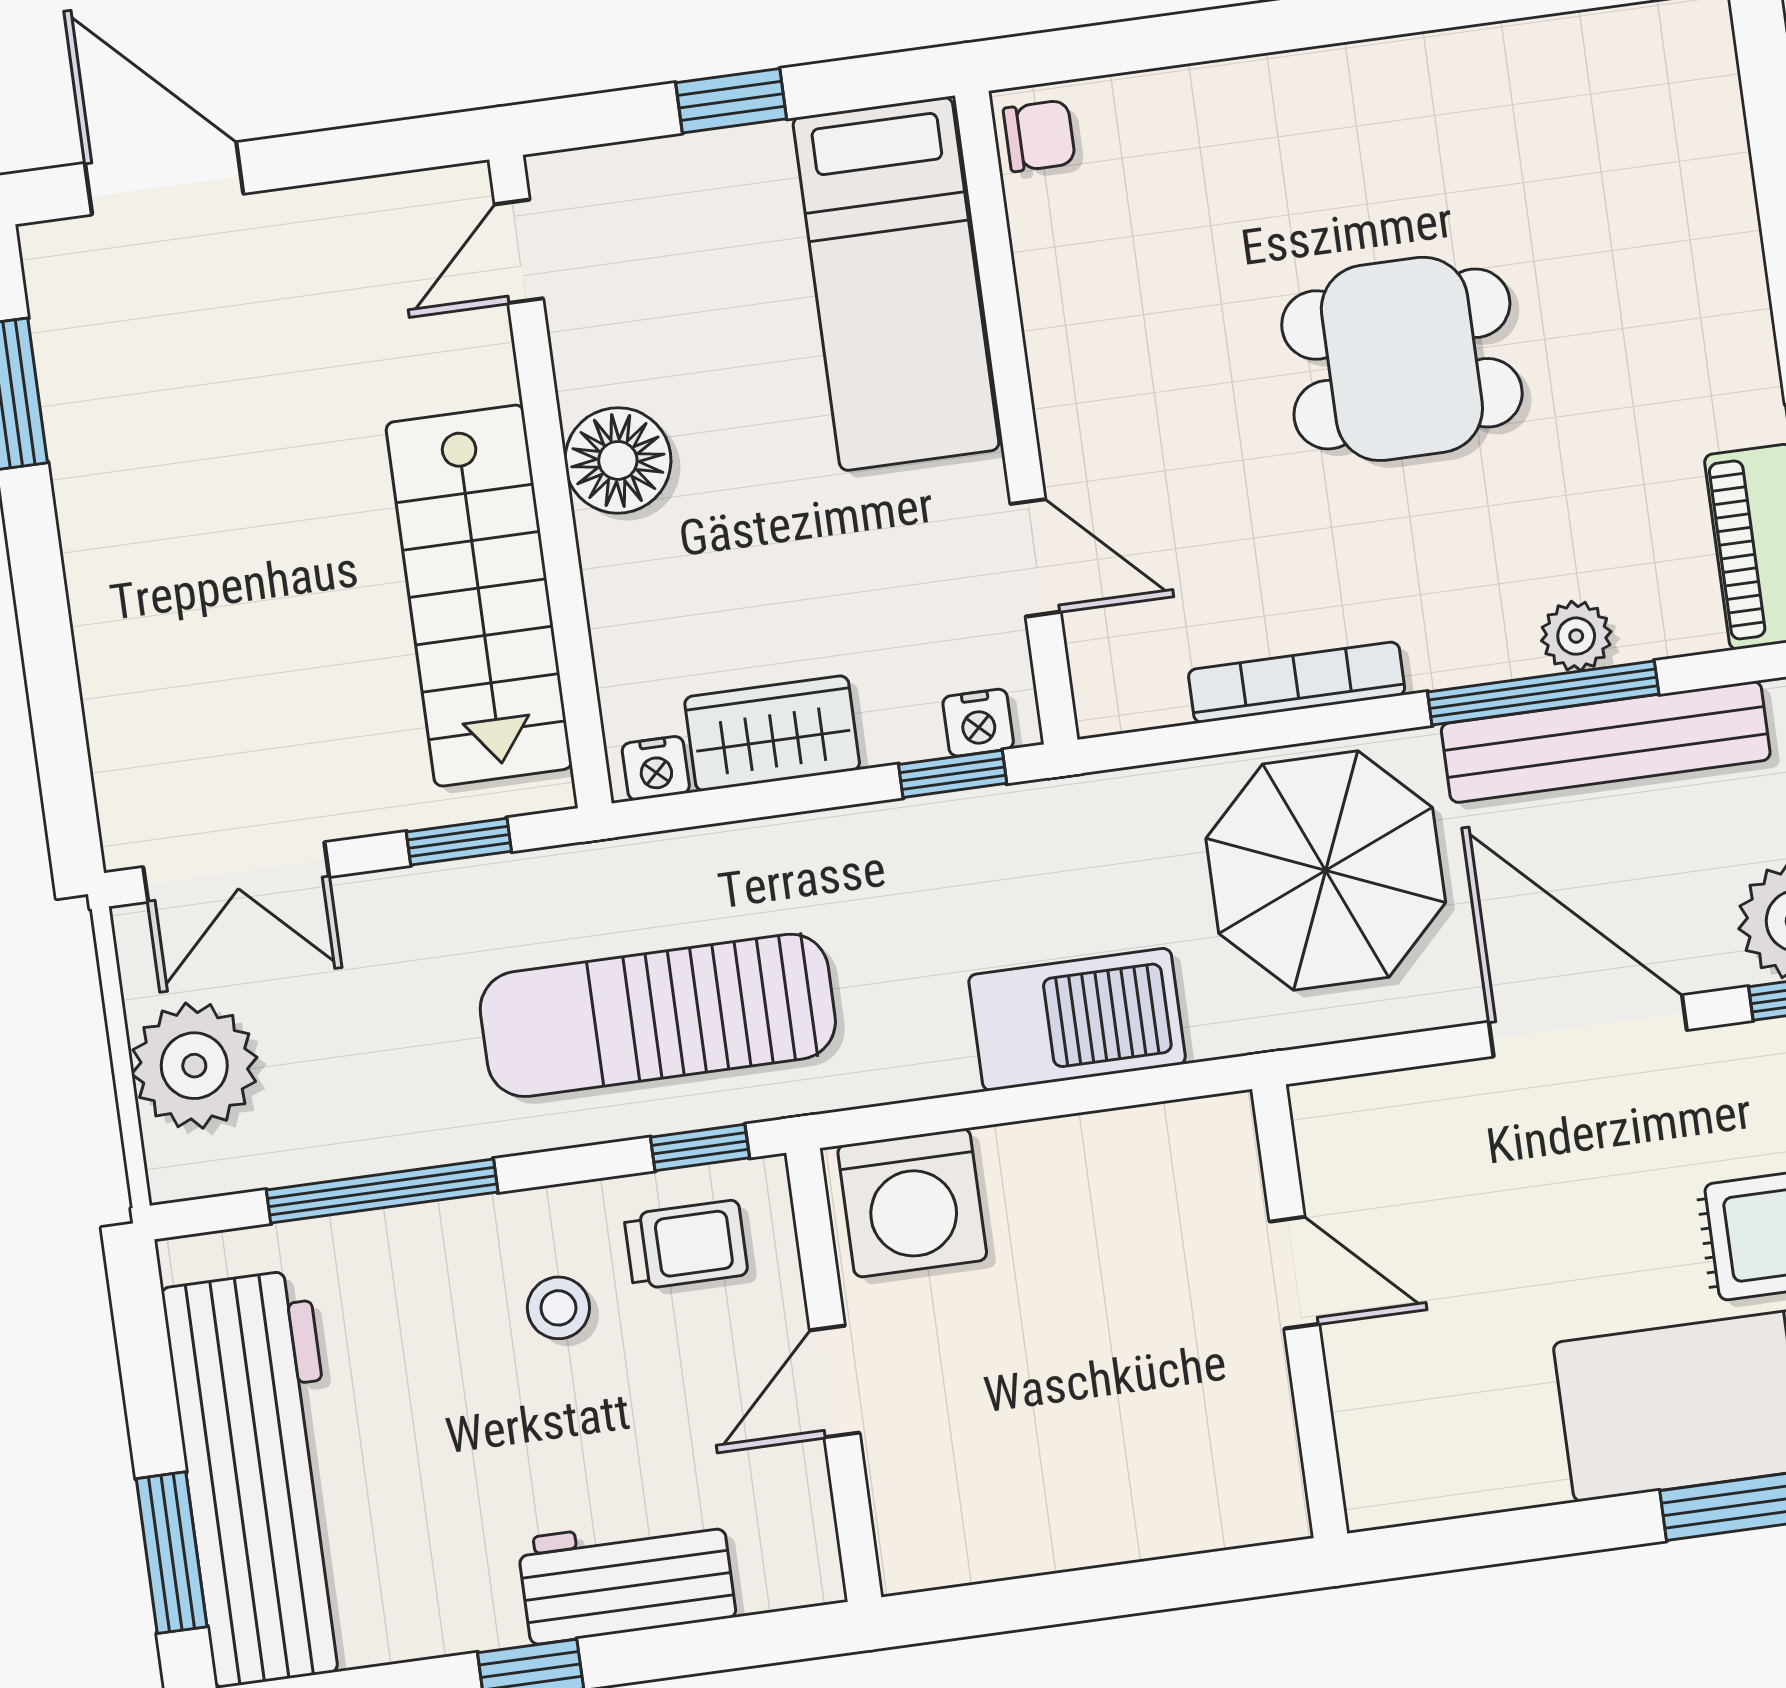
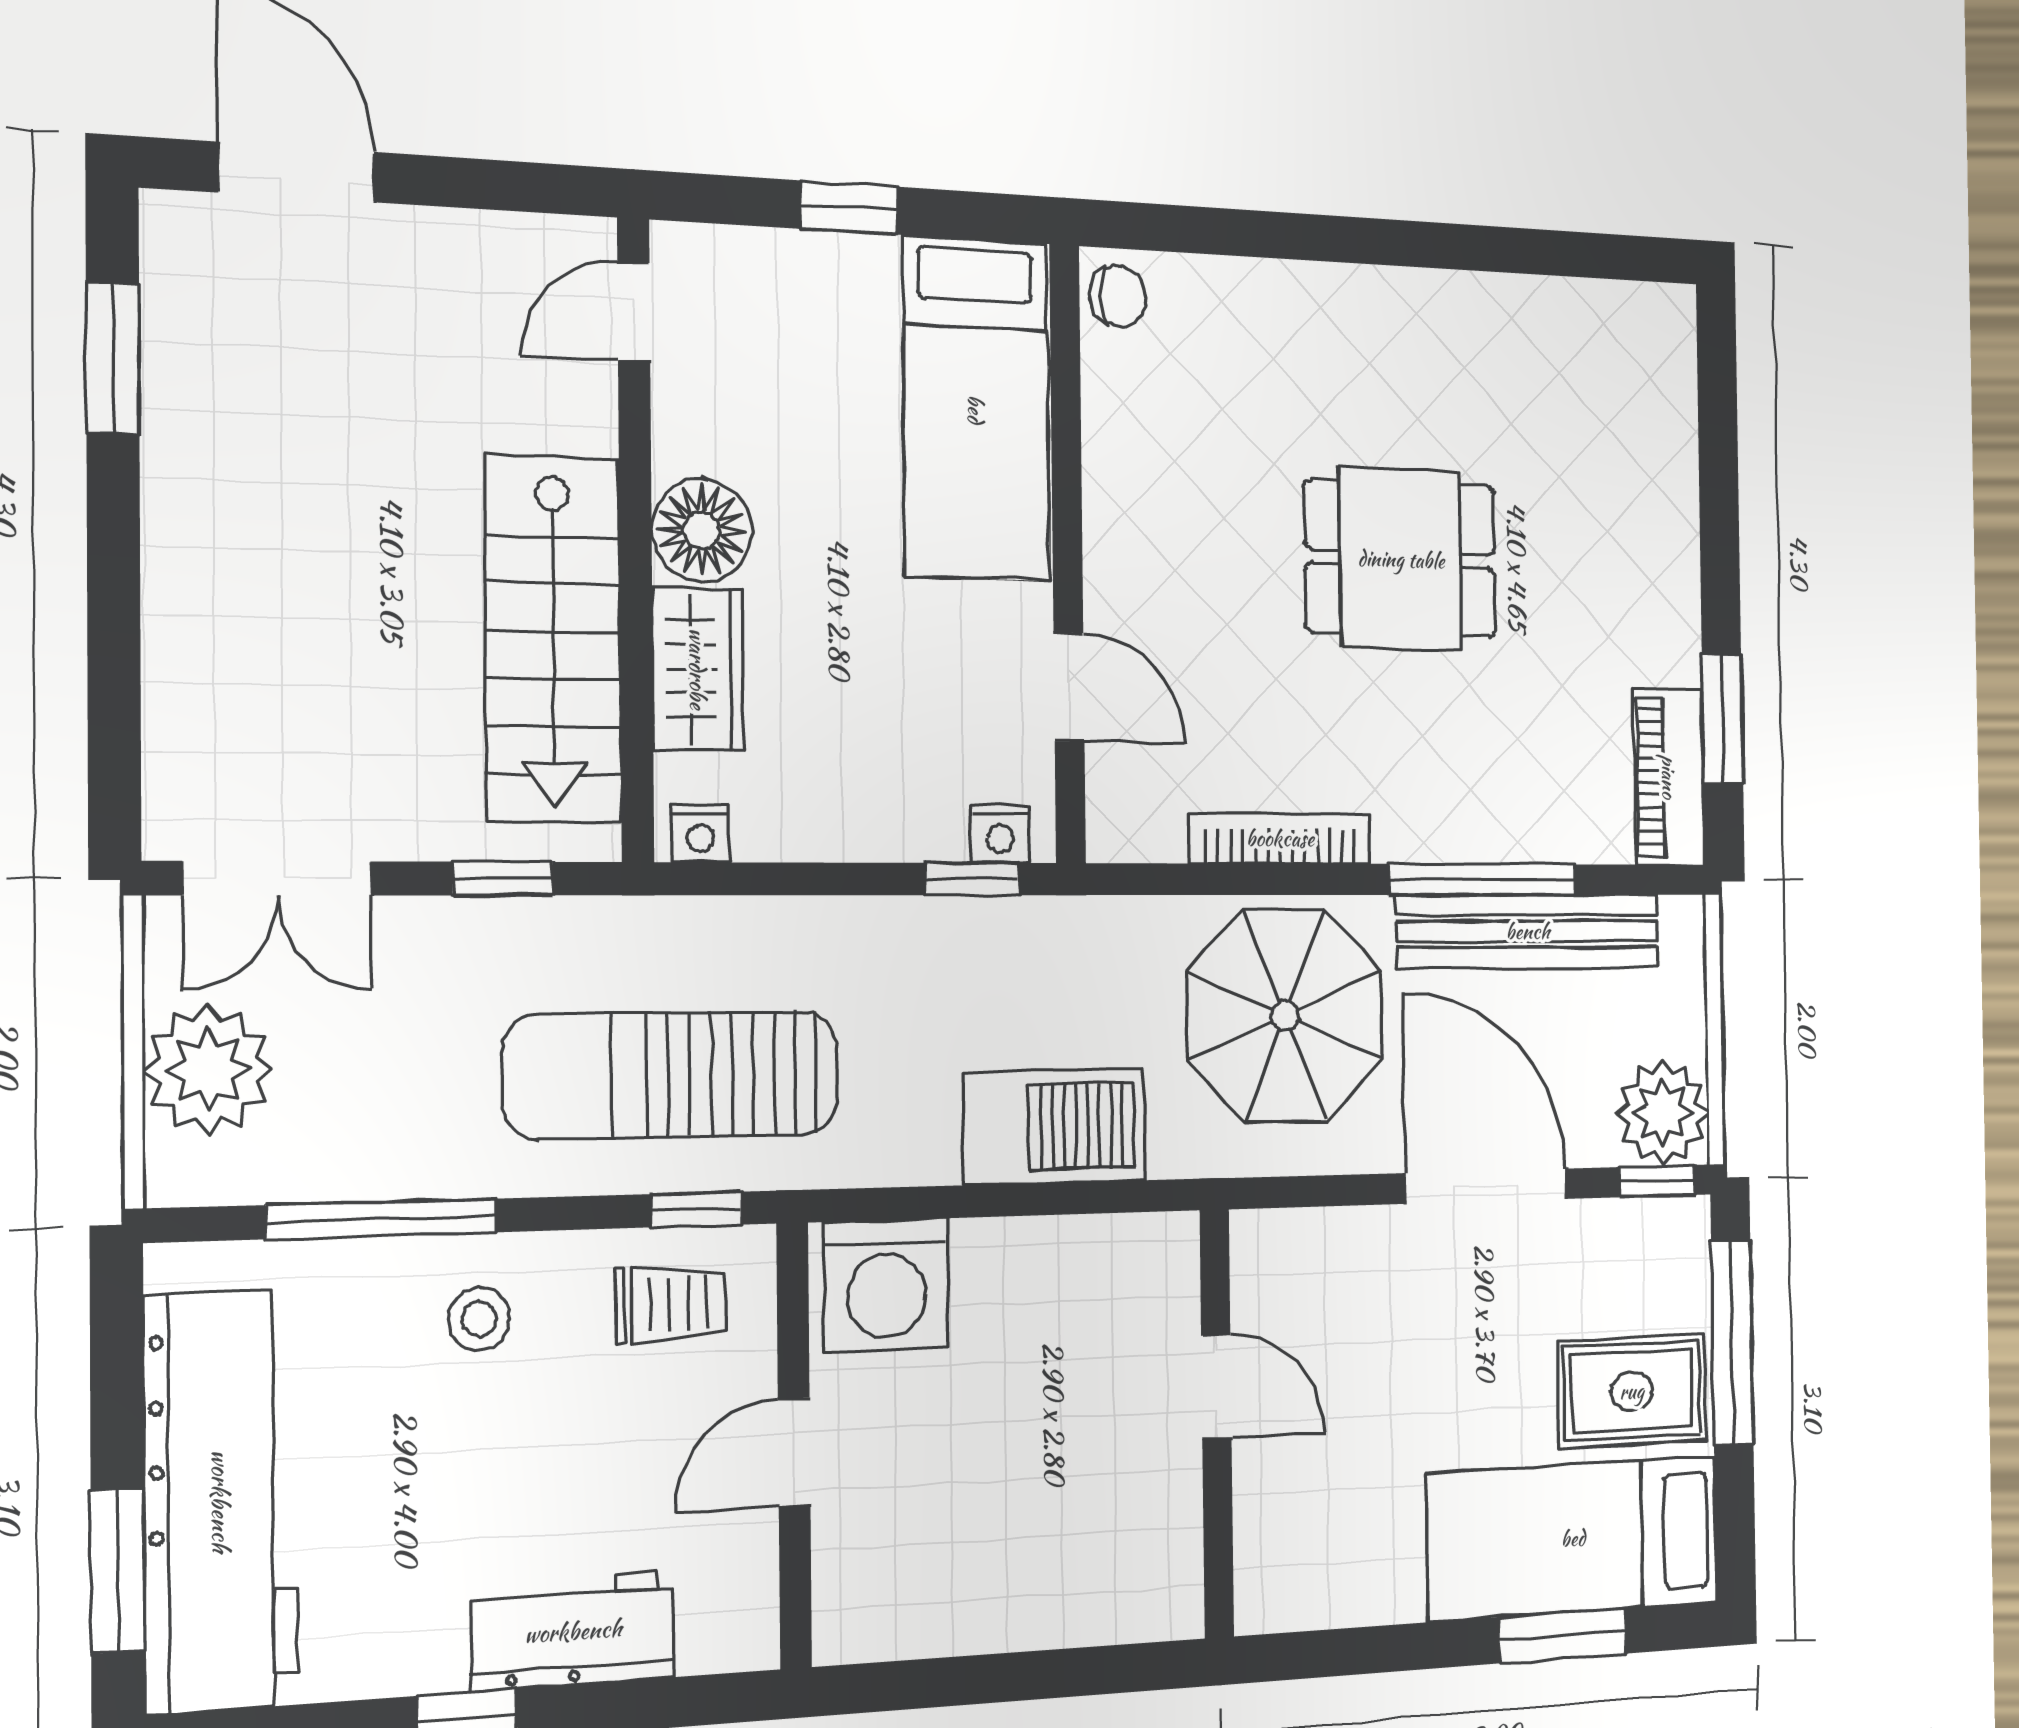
plant: (1576, 636) -> (1515, 832), removed
wardrobe: (772, 733) -> (698, 669), moved, turned 90
stool: (558, 1308) -> (479, 1319), moved

